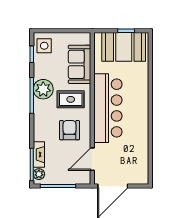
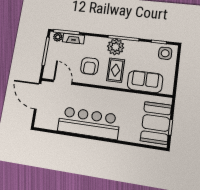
plant: (43, 89) -> (116, 47), moved
bar counter: (108, 108) -> (89, 123), moved, turned 180
armchair: (70, 130) -> (90, 66), turned 90

